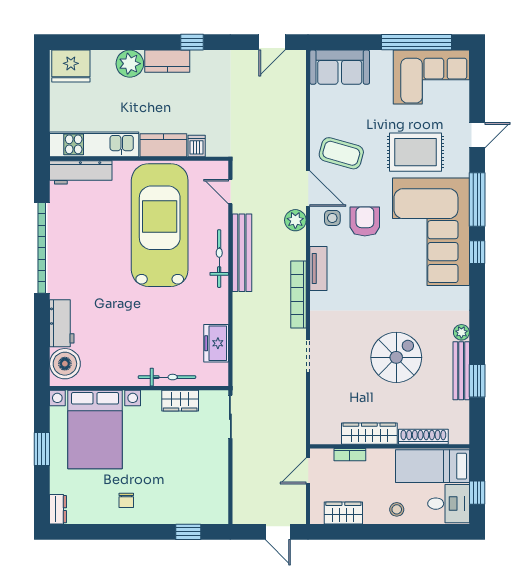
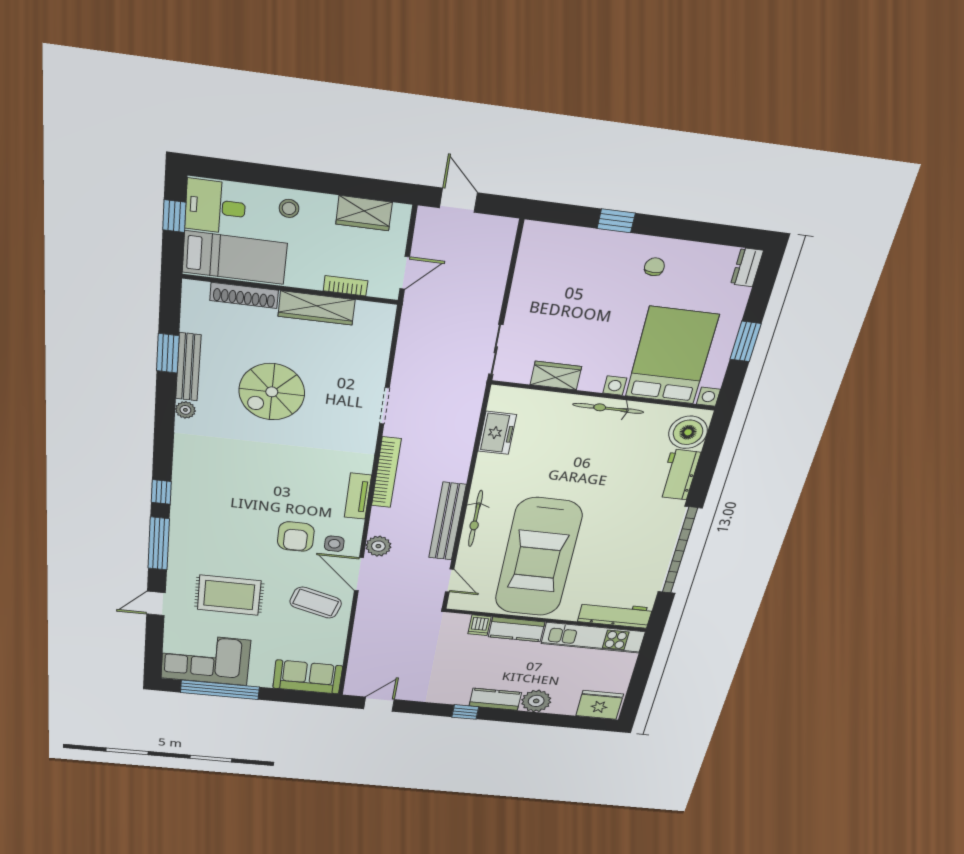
corner sofa: (431, 232) -> (217, 518), removed
bicycle: (167, 377) -> (608, 408), moved
window: (188, 532) -> (616, 221), moved

